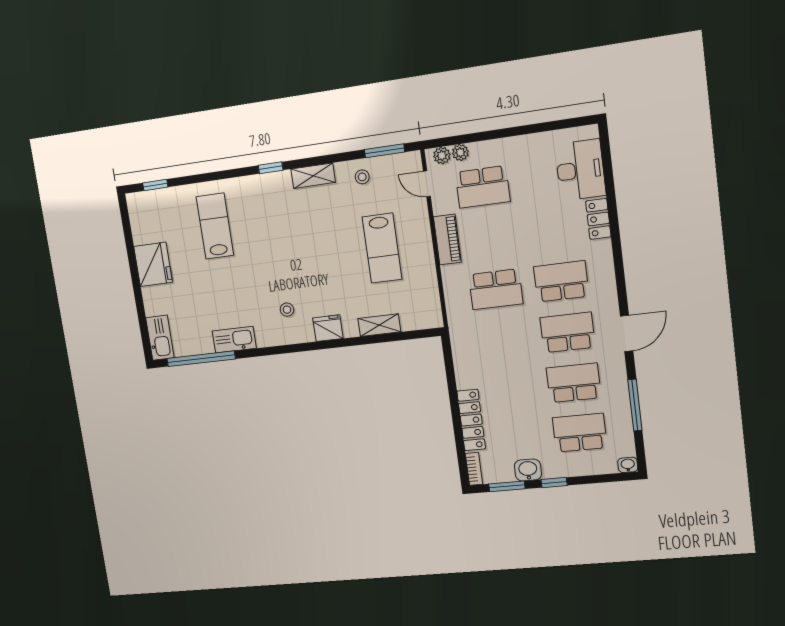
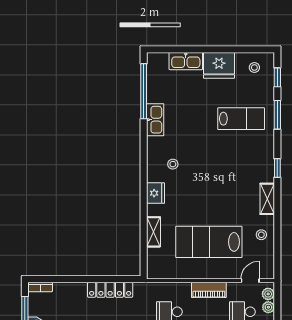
window: (384, 151) -> (277, 115), moved
stool: (148, 217) -> (254, 67), added
lab bench: (382, 248) -> (209, 242), width x1.36, depth x1.39
kitchen sink: (160, 338) -> (186, 61), moved
locker: (471, 420) -> (110, 290), moved

